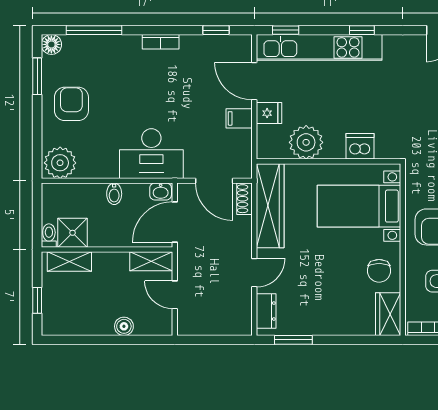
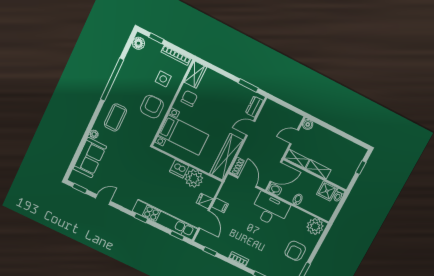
dishwasher: (360, 146) -> (179, 169), moved
shelving: (69, 262) -> (318, 169), moved
door: (175, 295) -> (294, 137), swing flipped
boiler: (124, 326) -> (308, 124), moved

